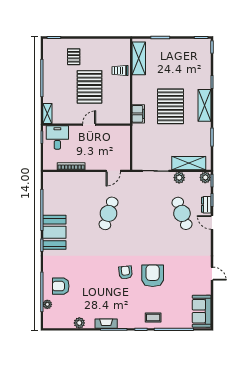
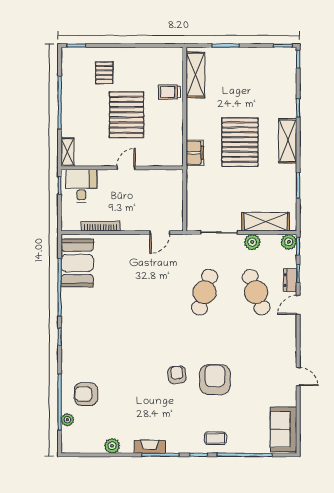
cafe table: (109, 213) -> (205, 292), moved
door: (212, 223) -> (298, 305), hinge flipped
booth: (54, 232) -> (77, 263), moved

